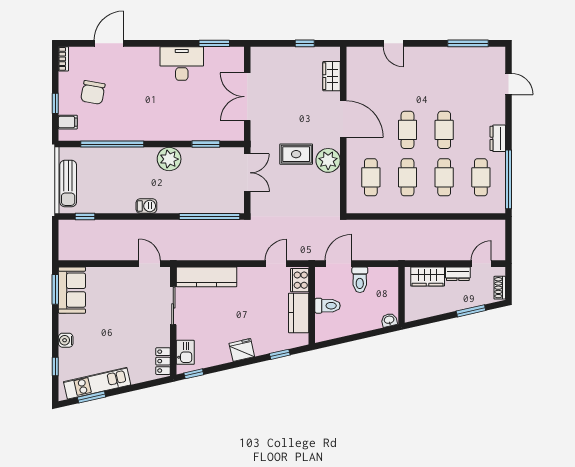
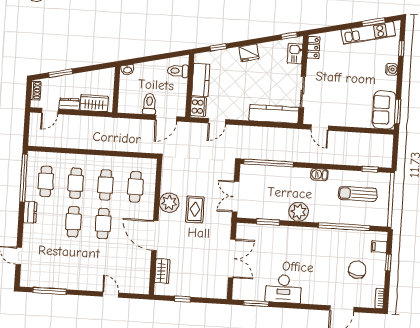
rug: (296, 154) -> (195, 209), turned 90
sun lounger: (68, 184) -> (358, 194), moved, turned -90
toilet: (328, 306) -> (178, 71), moved

